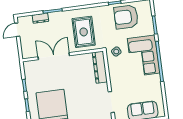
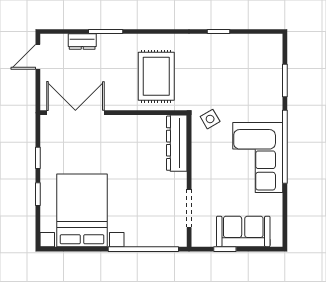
armchair: (126, 17) -> (236, 59), removed
double door: (54, 56) -> (75, 113), moved
corner sofa: (144, 56) -> (258, 157), moved

